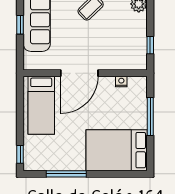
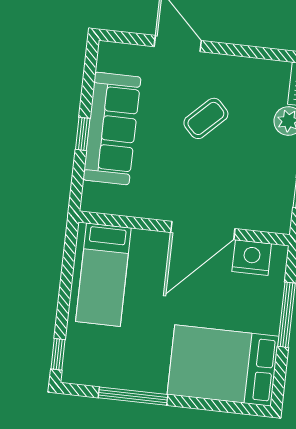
door: (79, 73) -> (203, 231), moved
nightstand: (121, 81) -> (252, 258), width x1.89, depth x1.79

